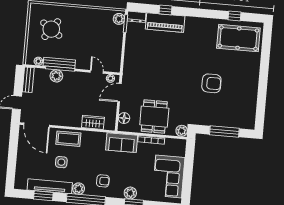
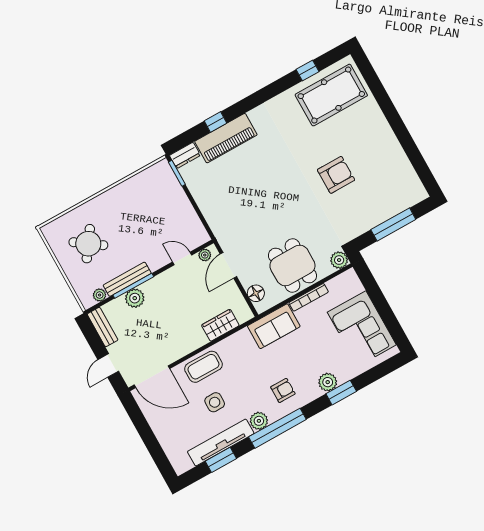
plant: (119, 19) -> (165, 173), removed

